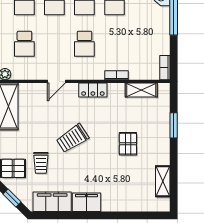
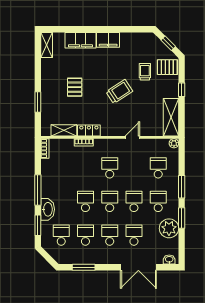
locker: (93, 90) -> (89, 130), moved
shelving: (163, 181) -> (47, 45), moved
filing cabinet: (52, 202) -> (80, 40), moved

